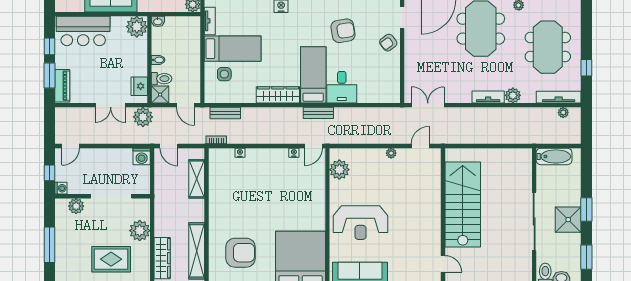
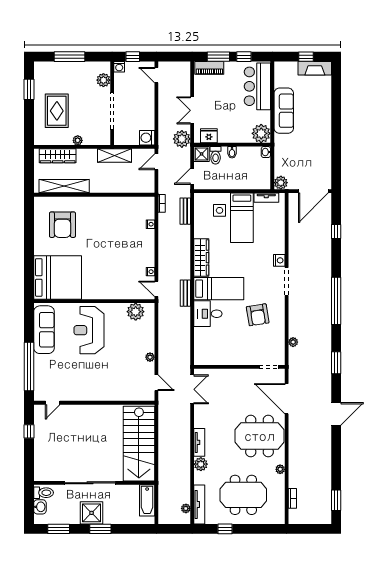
armchair: (388, 43) -> (247, 355), removed
shelving: (197, 179) -> (115, 156), moved
stairs: (463, 204) -> (139, 444), moved, turned 90
plant: (140, 231) -> (78, 140), width x0.53, depth x0.53

